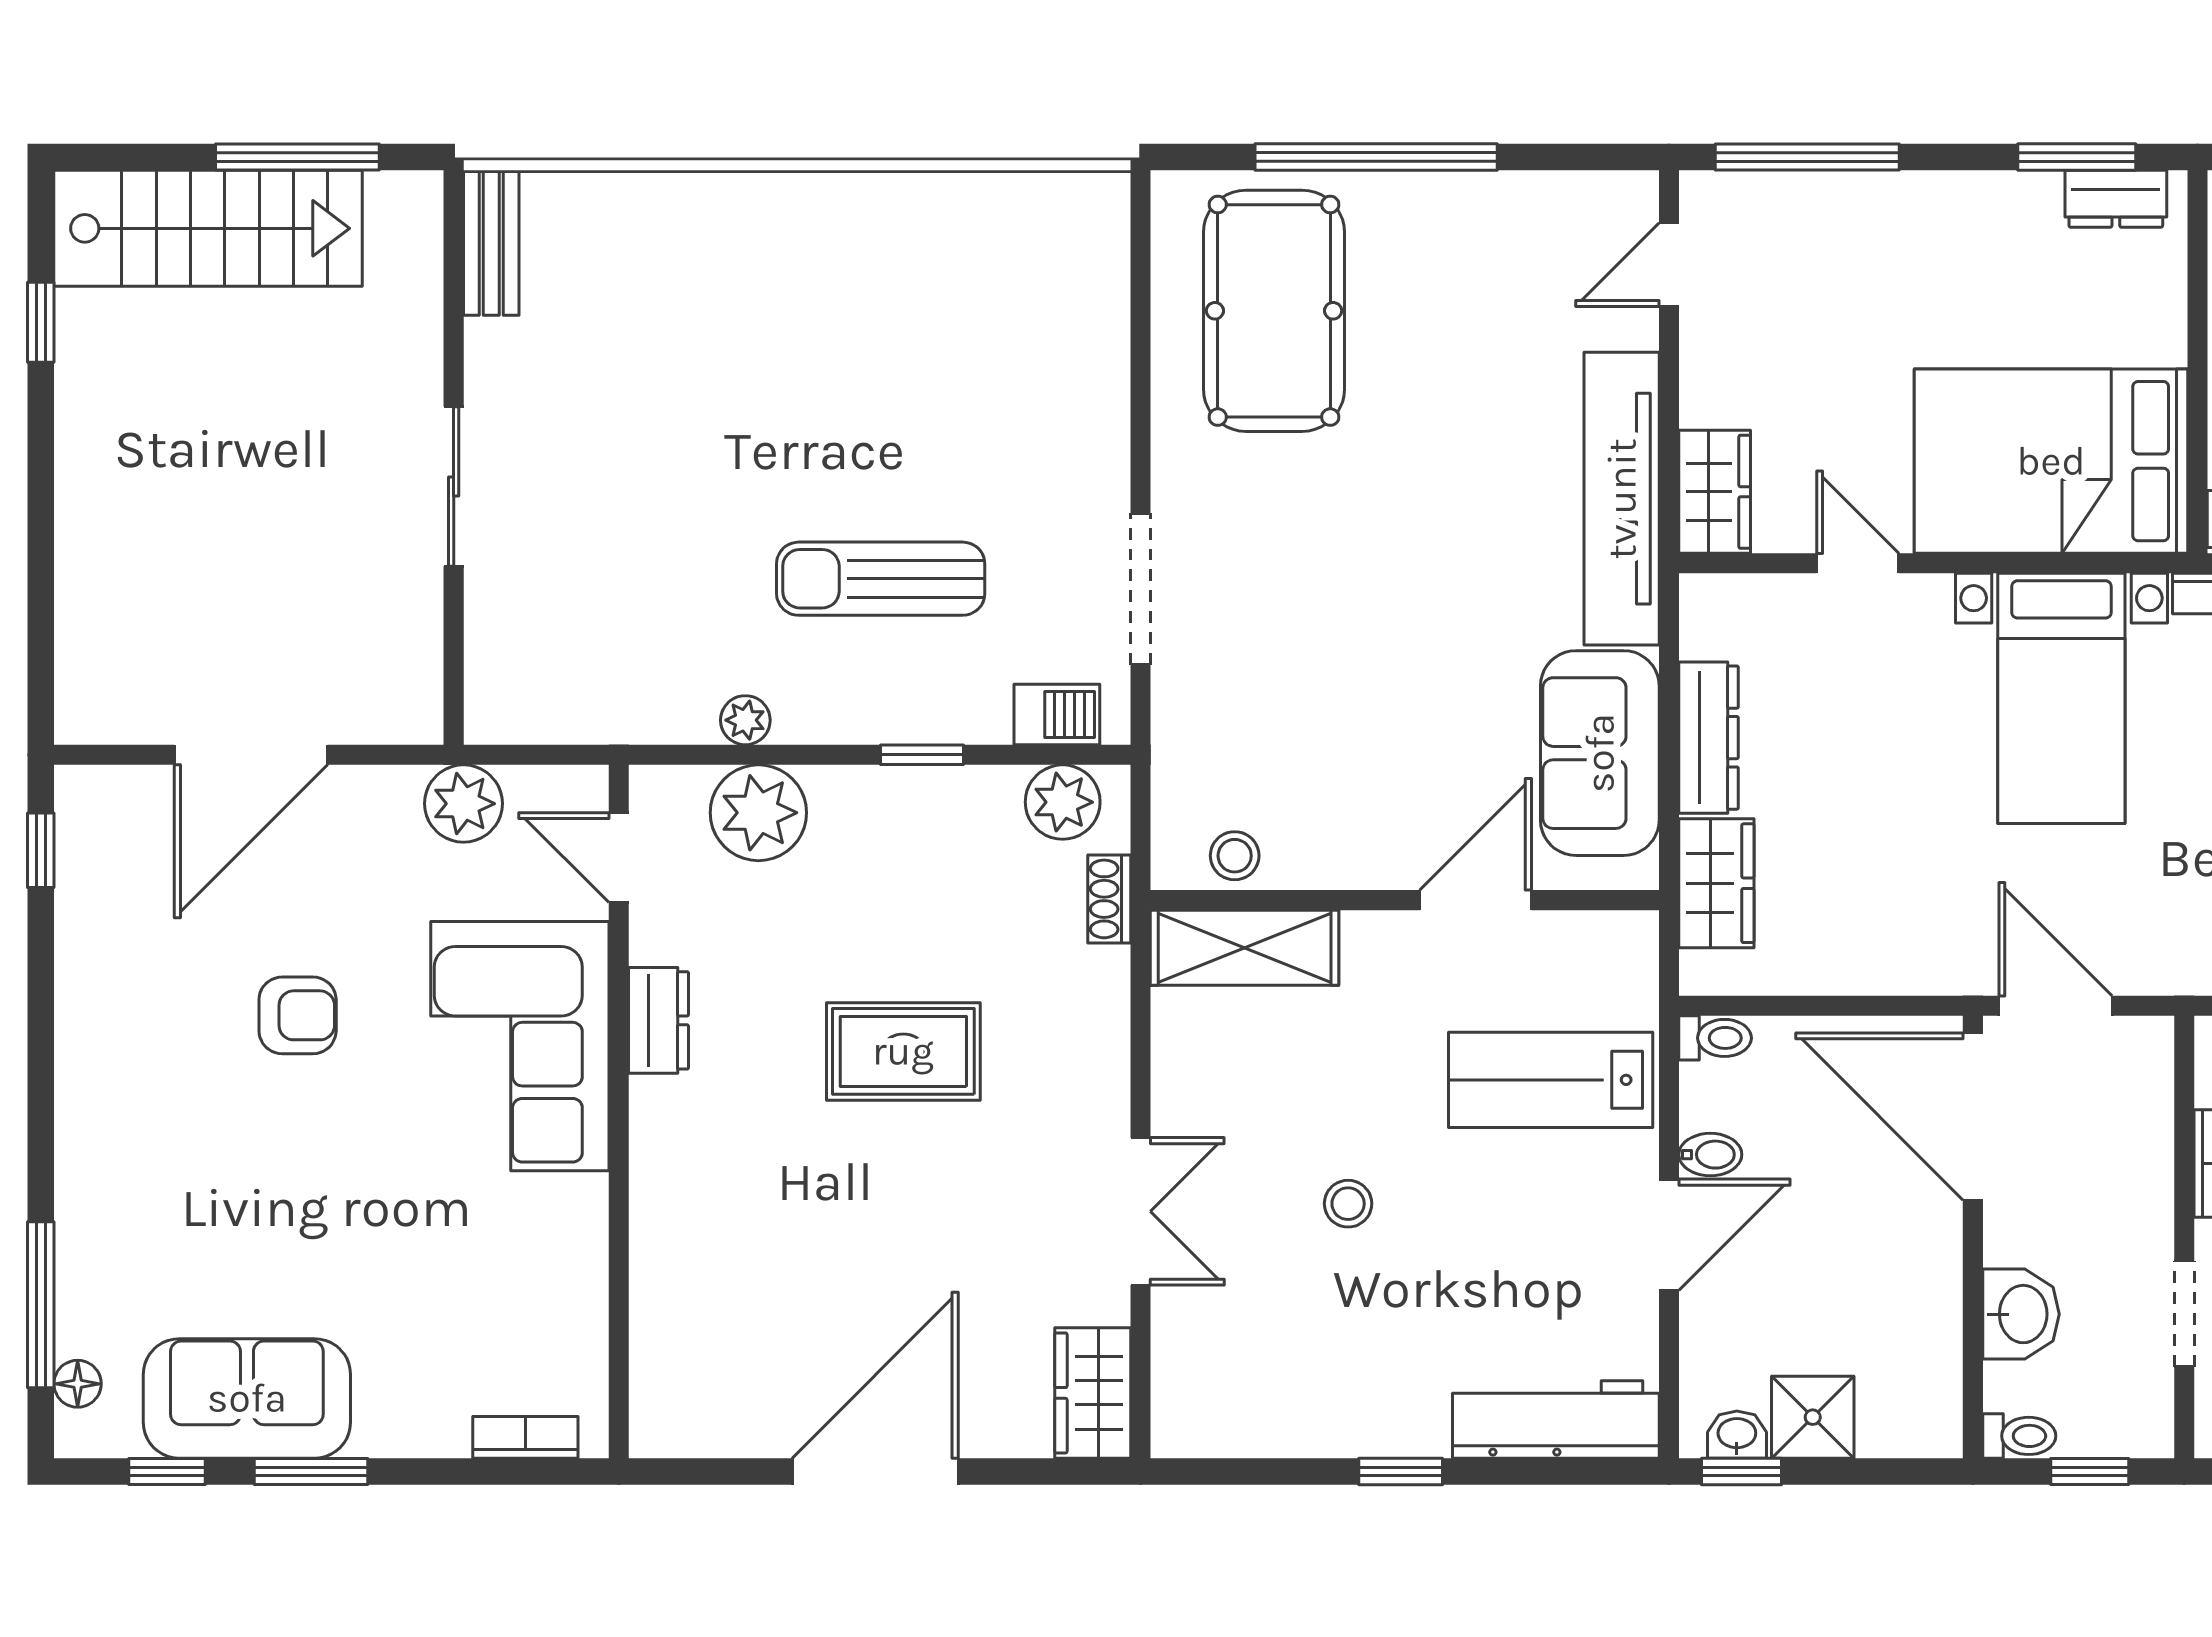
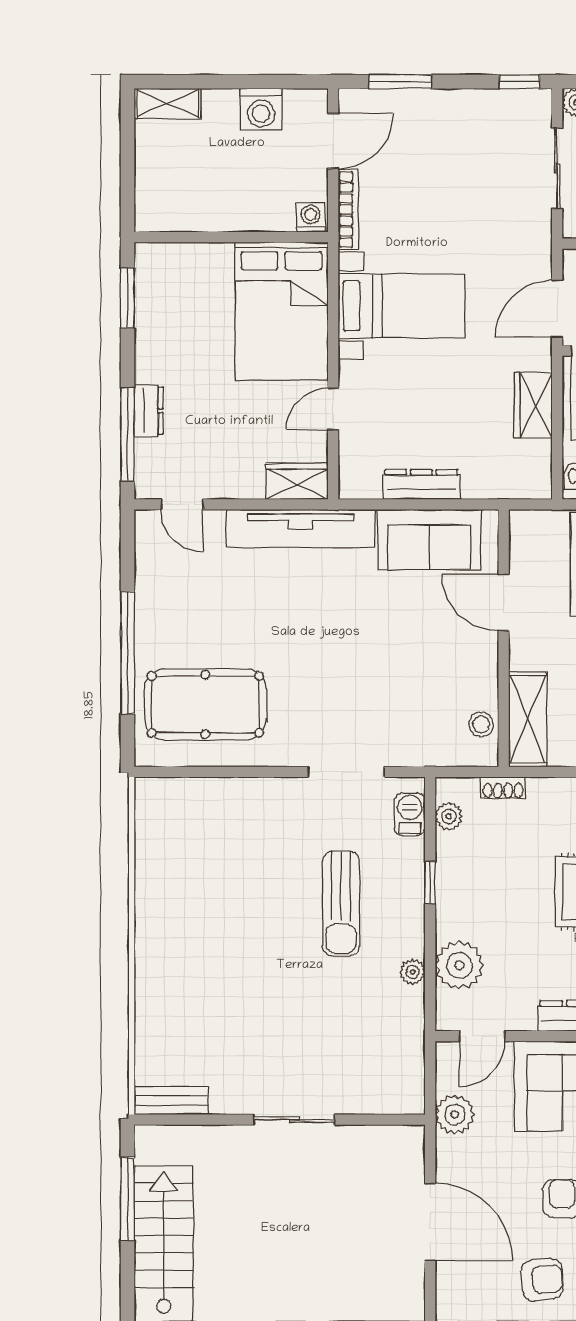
dresser: (2116, 199) -> (149, 411), moved
plant: (1063, 802) -> (449, 817), width x0.73, depth x0.73
wardrobe: (1716, 883) -> (533, 405), moved, turned -90
armchair: (137, 976) -> (542, 1280), added

